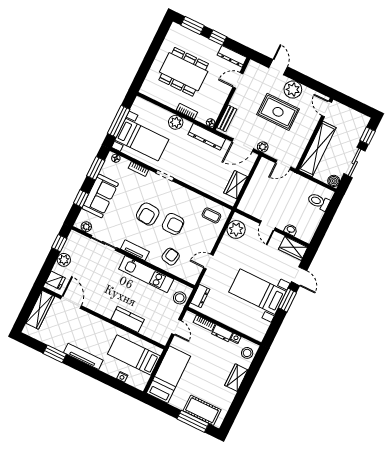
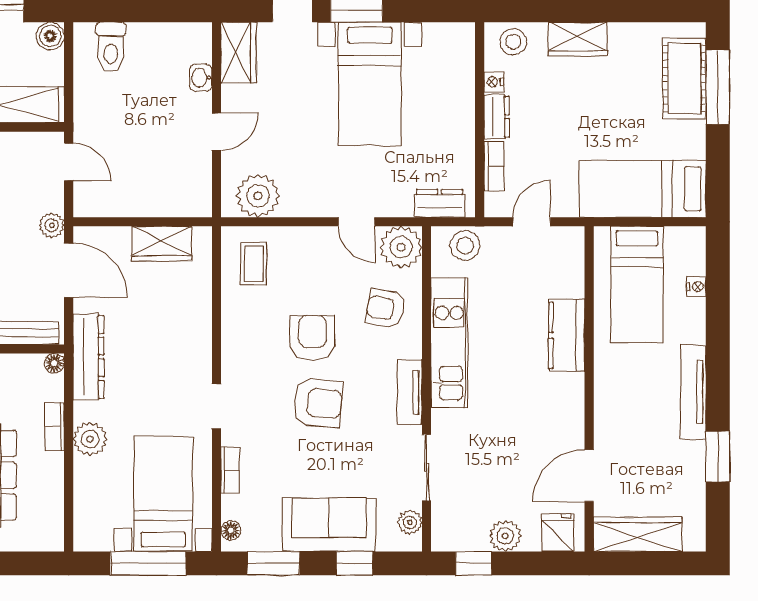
plant: (191, 274) -> (401, 247), added

